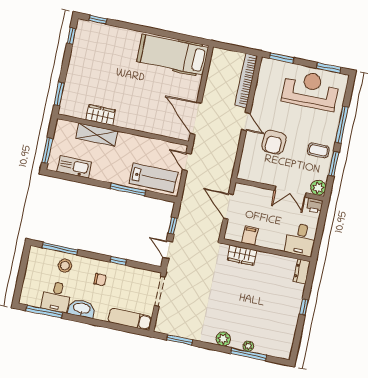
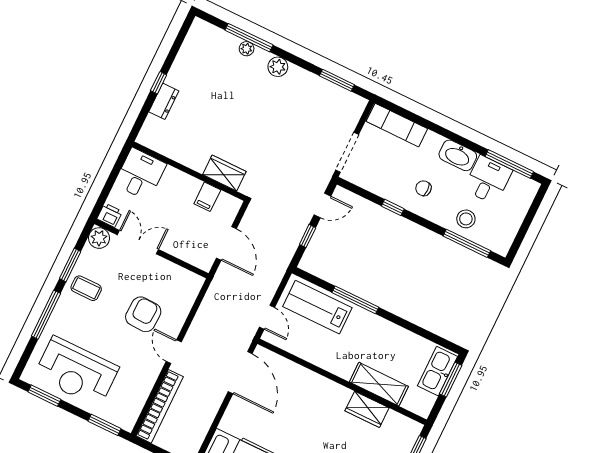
kitchen sink: (74, 167) -> (438, 371), moved, turned 90
door: (168, 250) -> (322, 205), hinge flipped
dresser: (302, 271) -> (164, 101), moved

